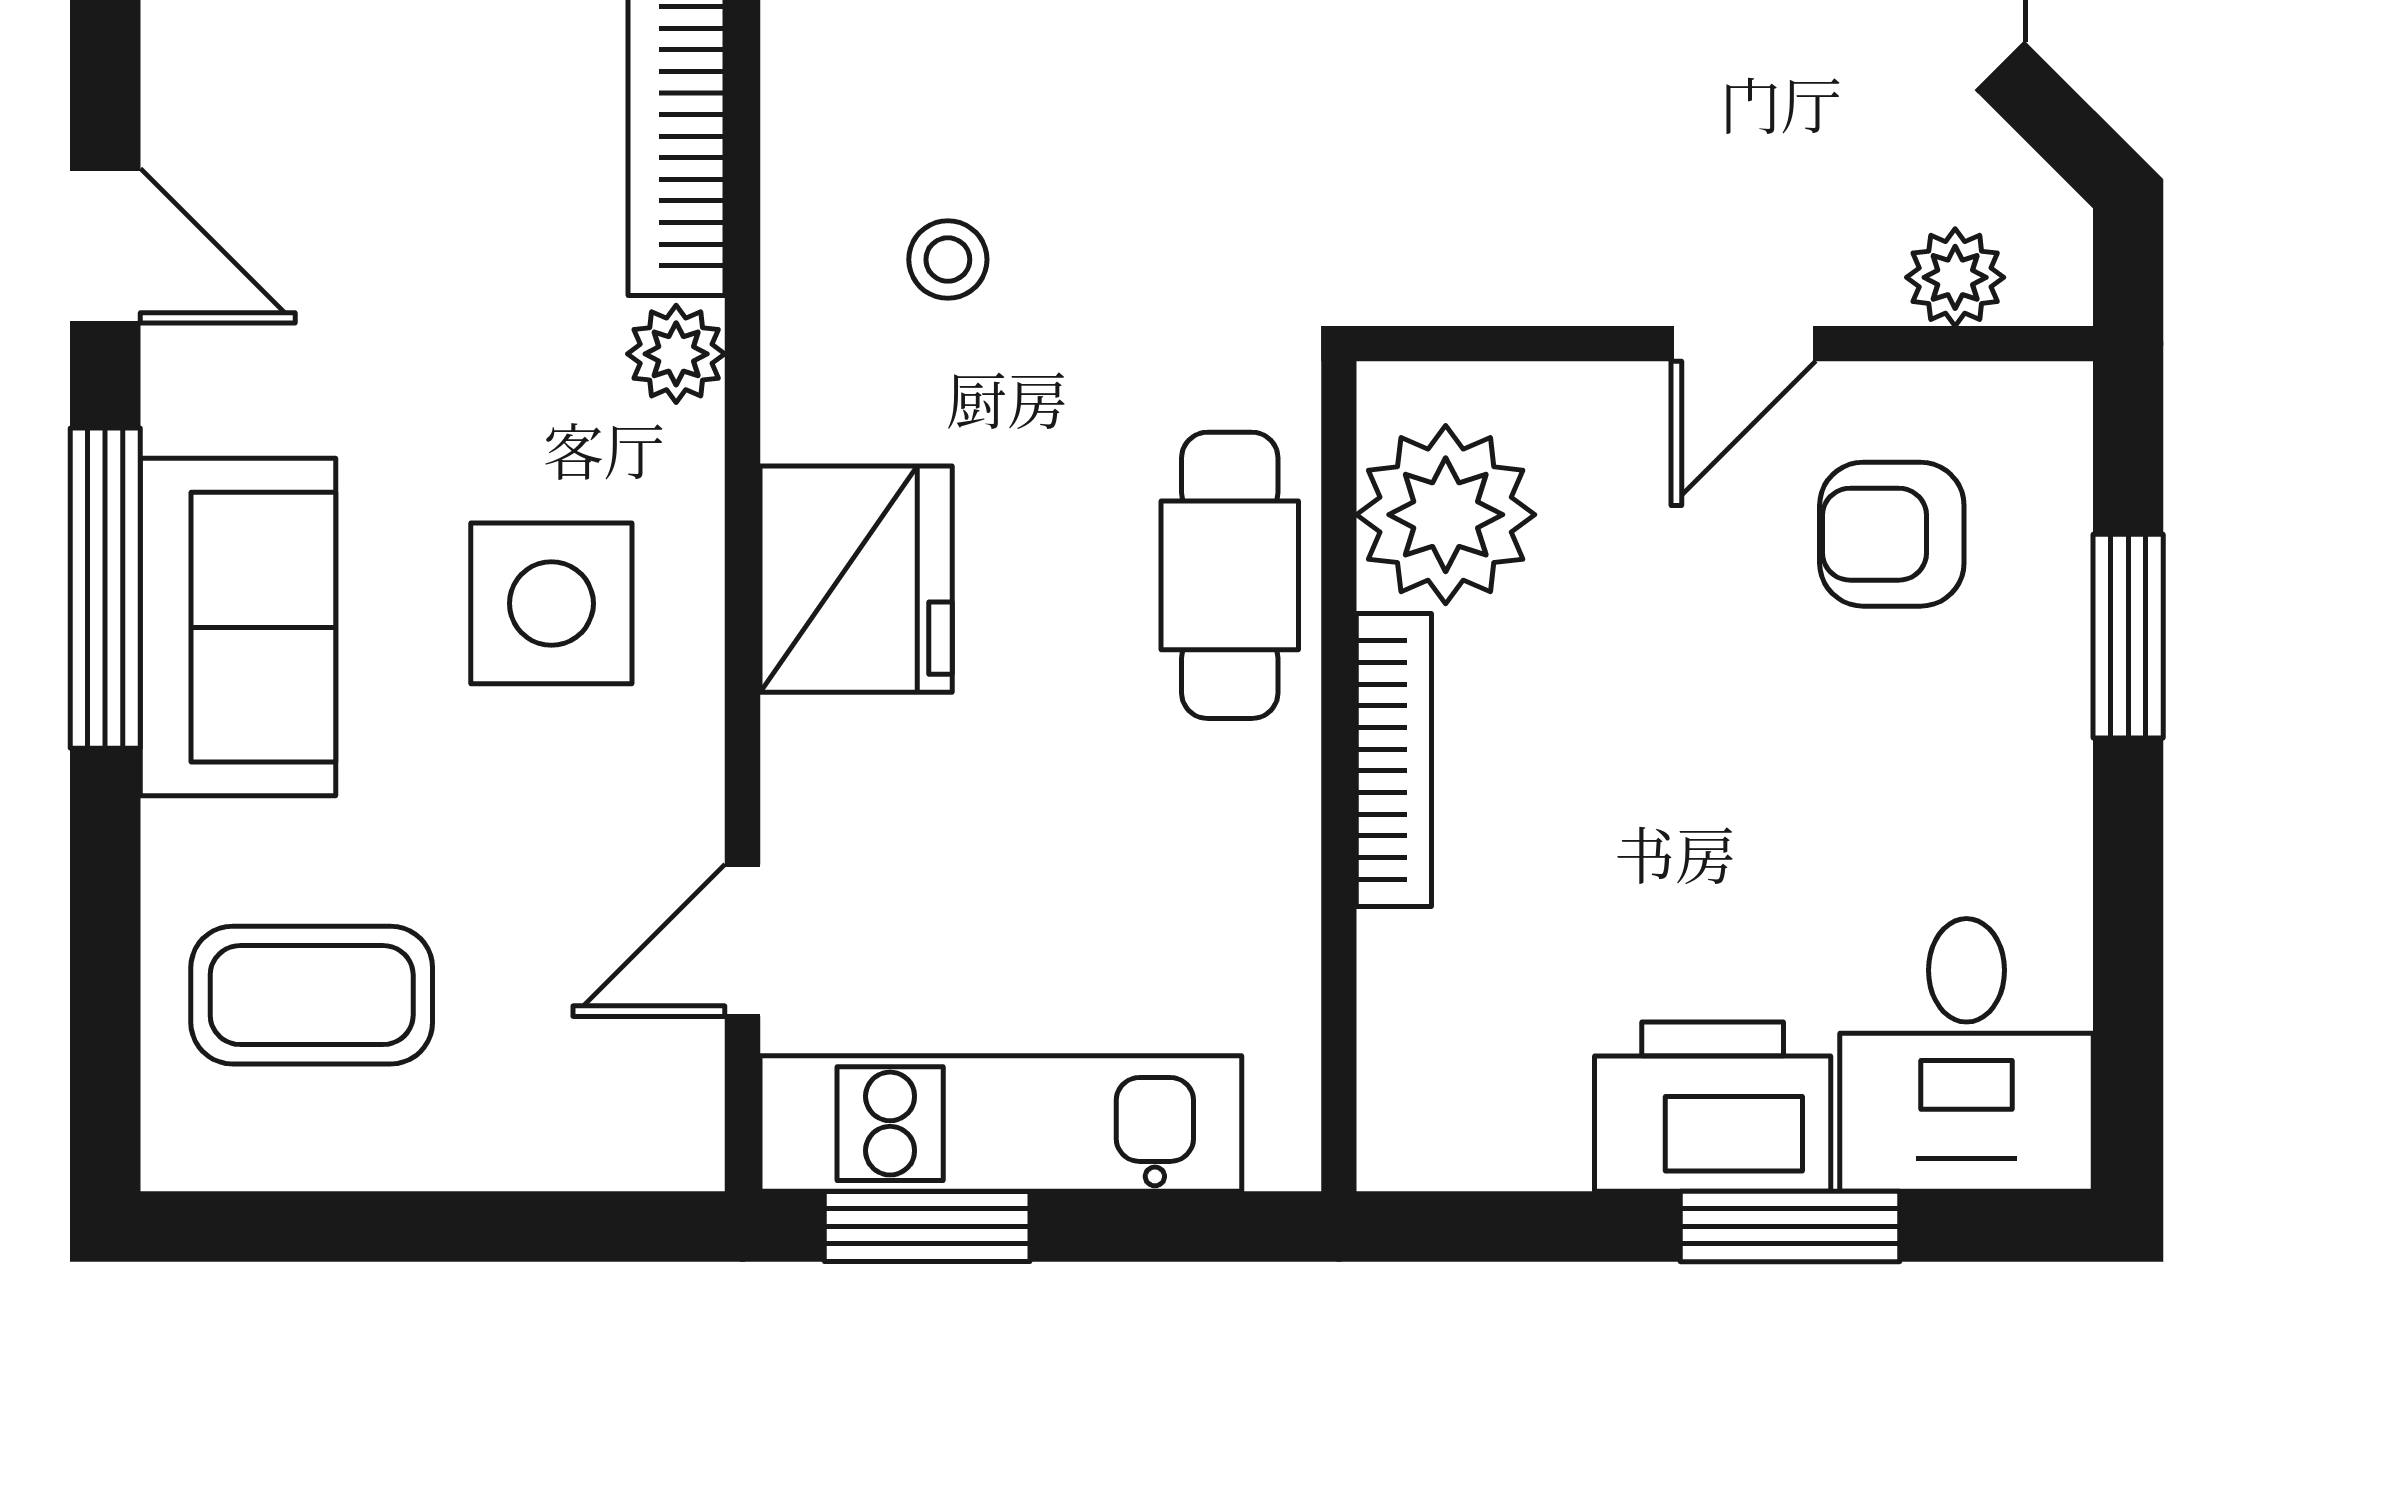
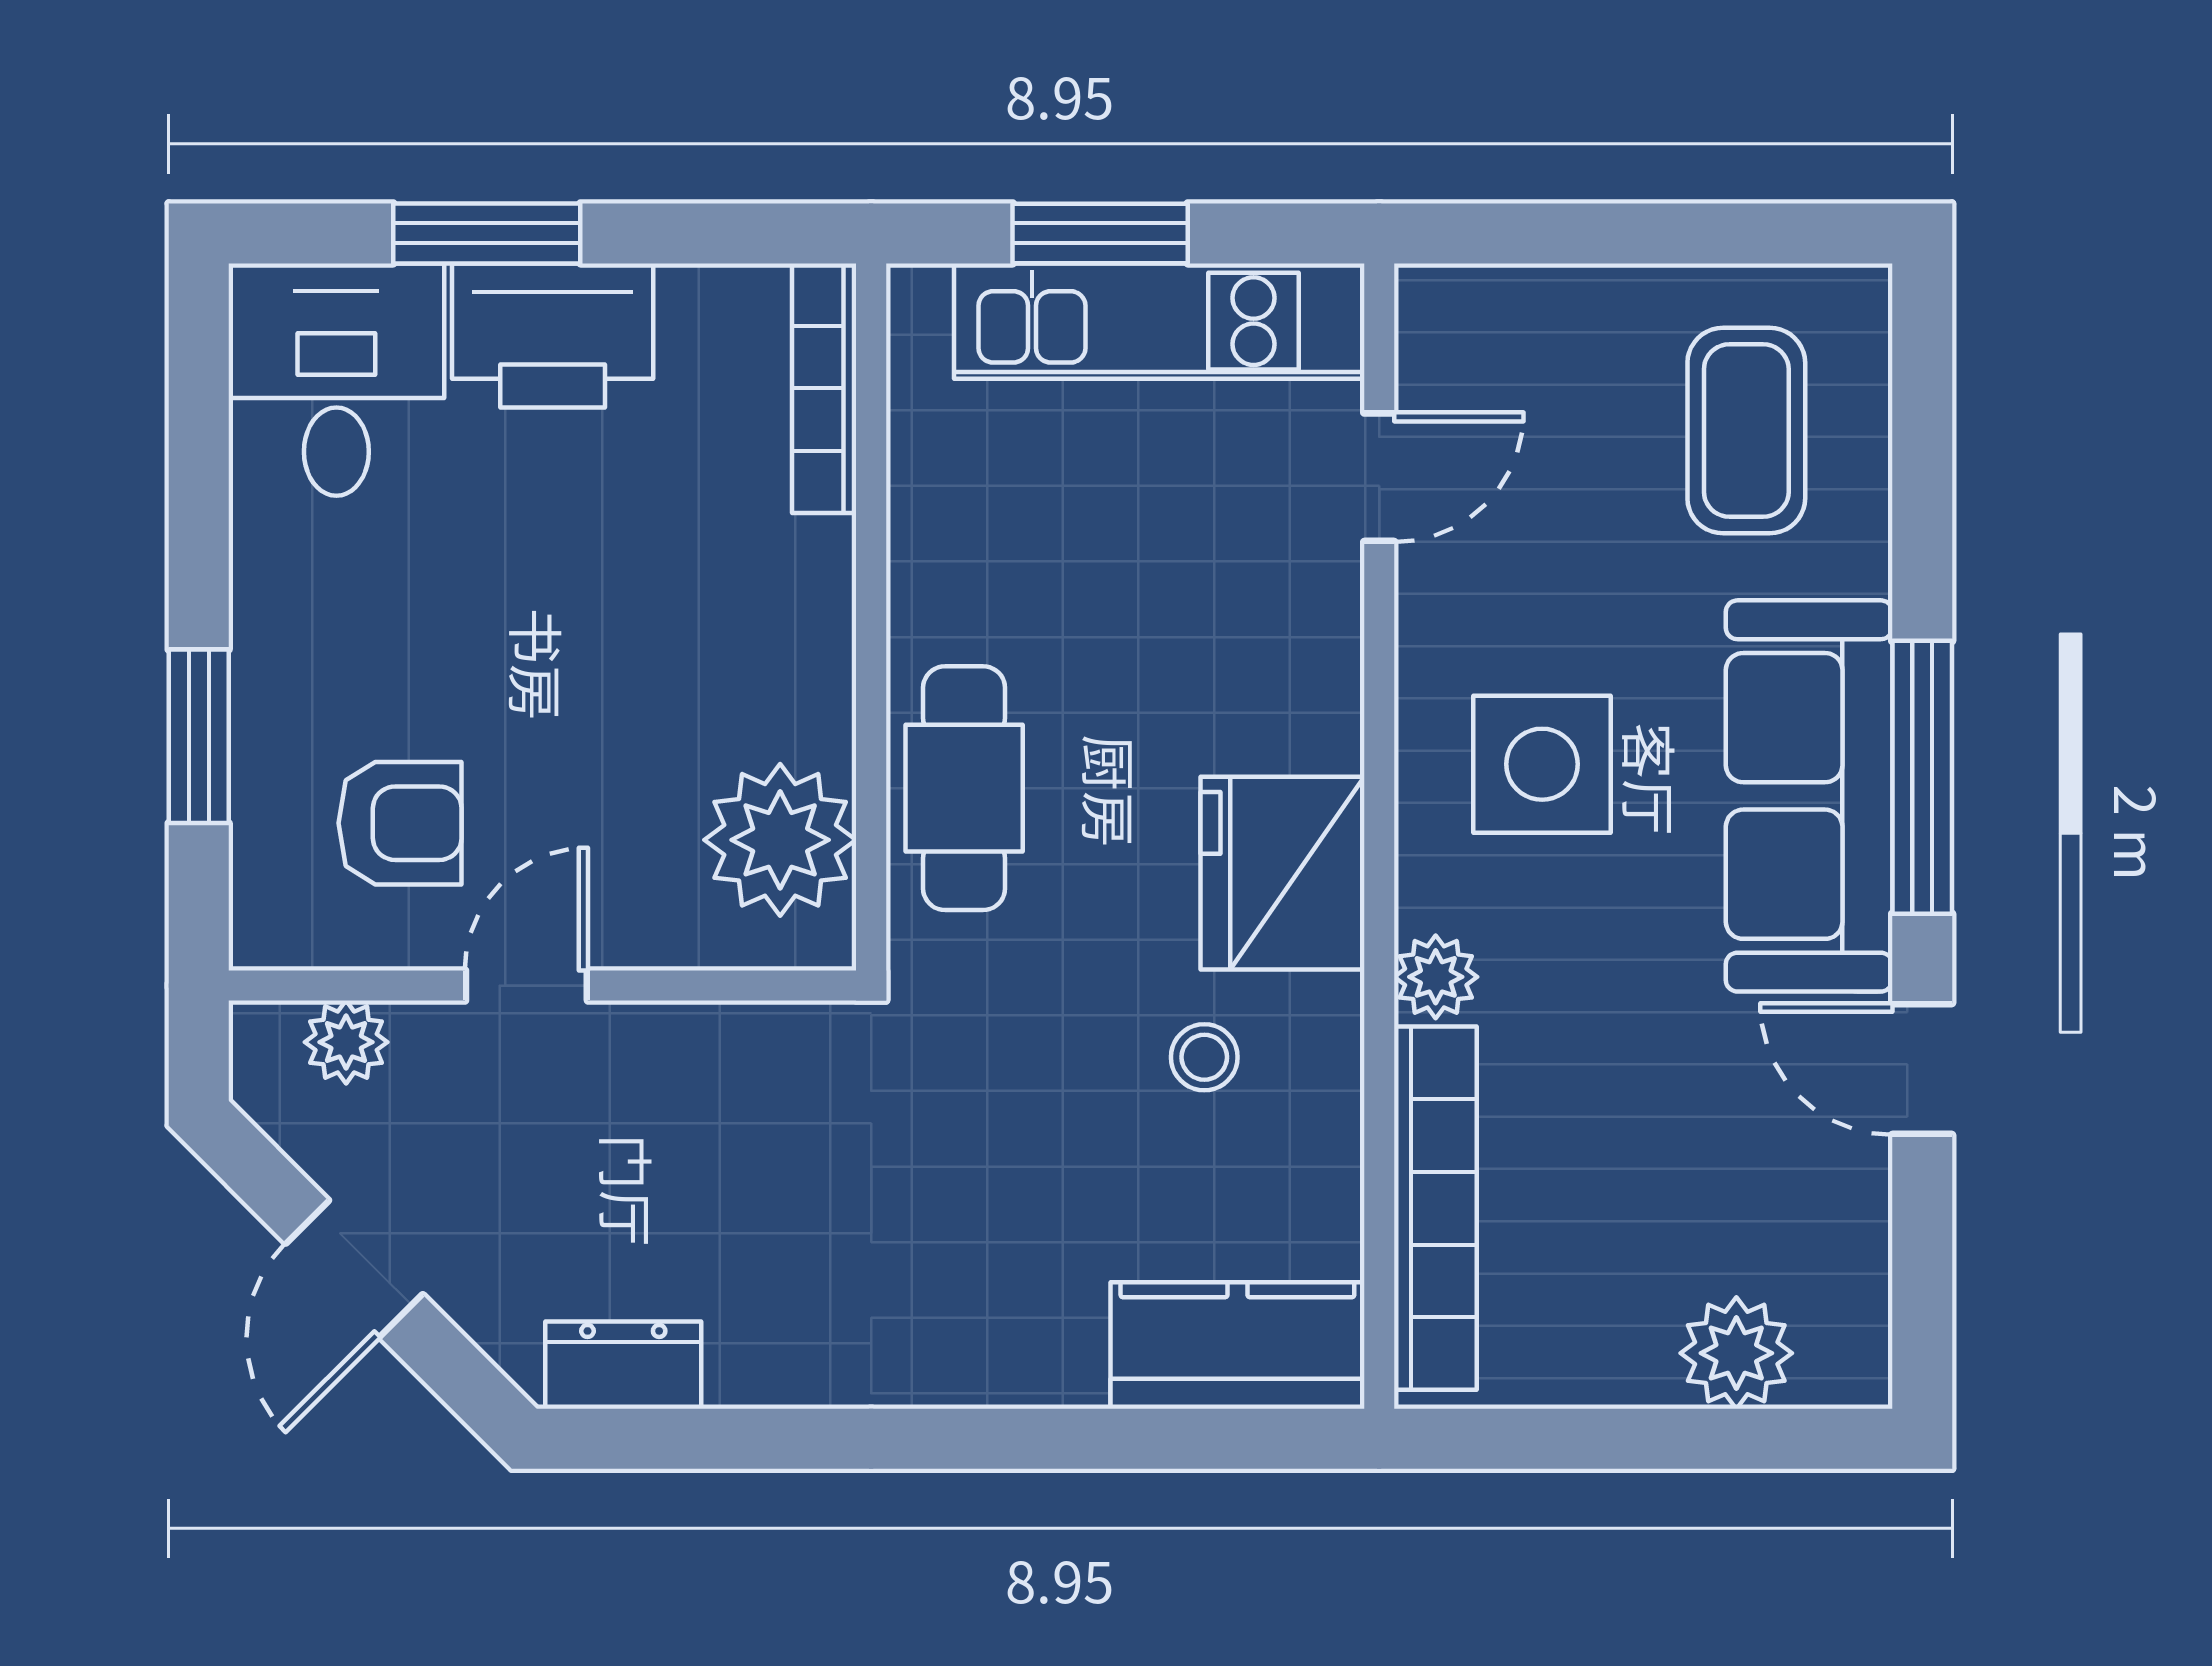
fridge: (856, 579) -> (1282, 873), moved
sofa: (238, 627) -> (1809, 796), width x1.36
bookcase: (1394, 760) -> (824, 388), moved
coffee table: (312, 995) -> (1746, 431), turned 90
window: (927, 1226) -> (1100, 233), moved

